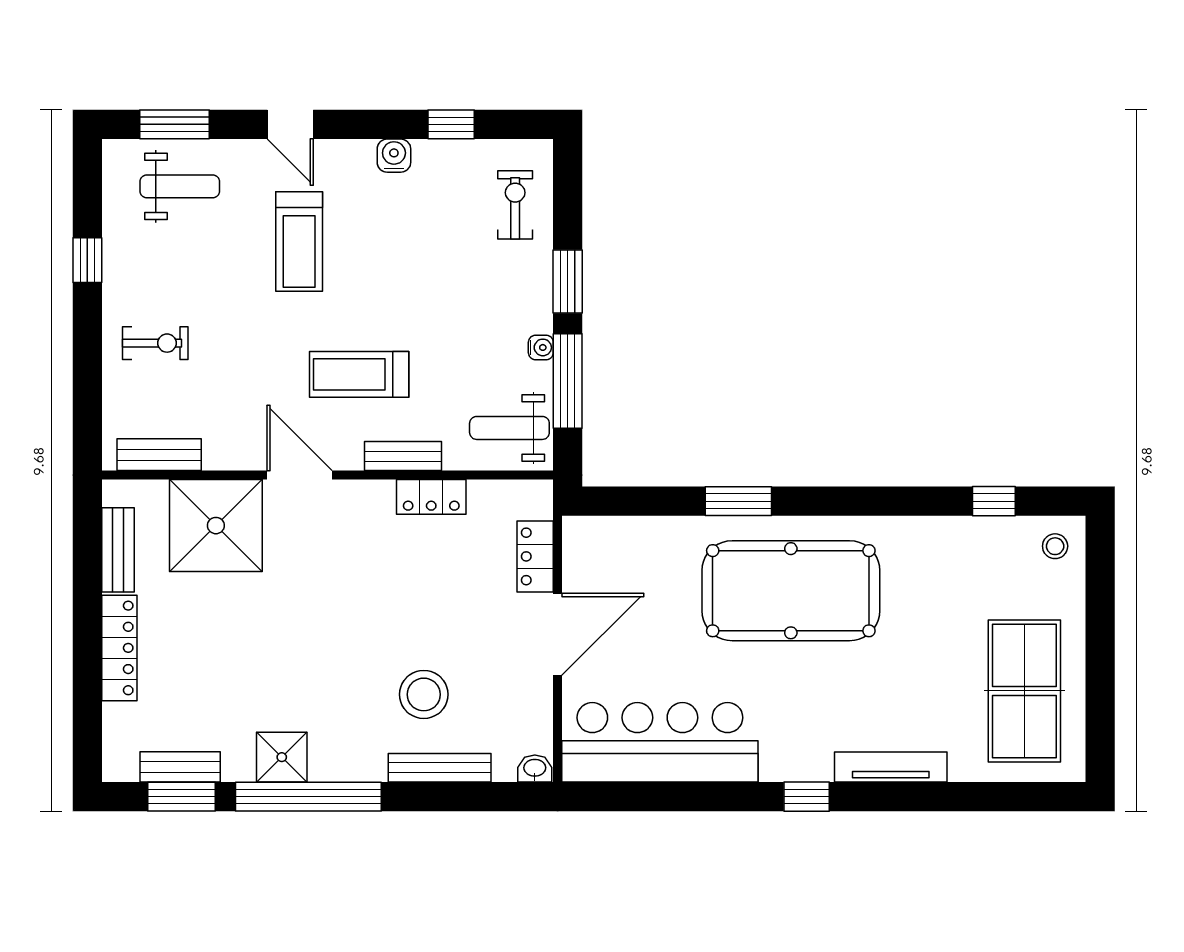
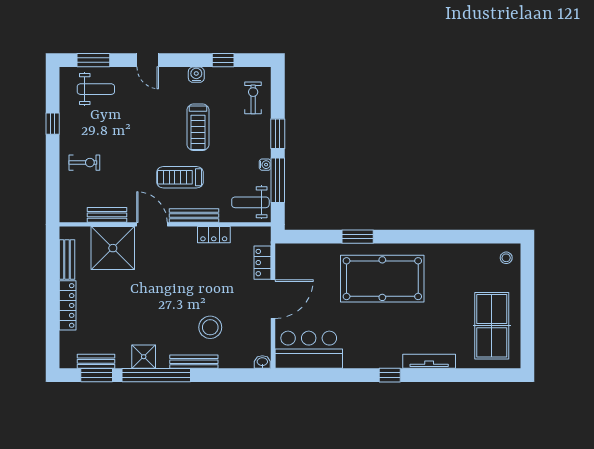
treadmill: (299, 241) -> (198, 127), moved
bench: (159, 455) -> (107, 215), moved
bench: (403, 456) -> (194, 216), width x1.36
window: (994, 501) -> (478, 237), removed
bar counter: (660, 742) -> (309, 350), width x0.73
bench: (440, 768) -> (194, 362), moved

